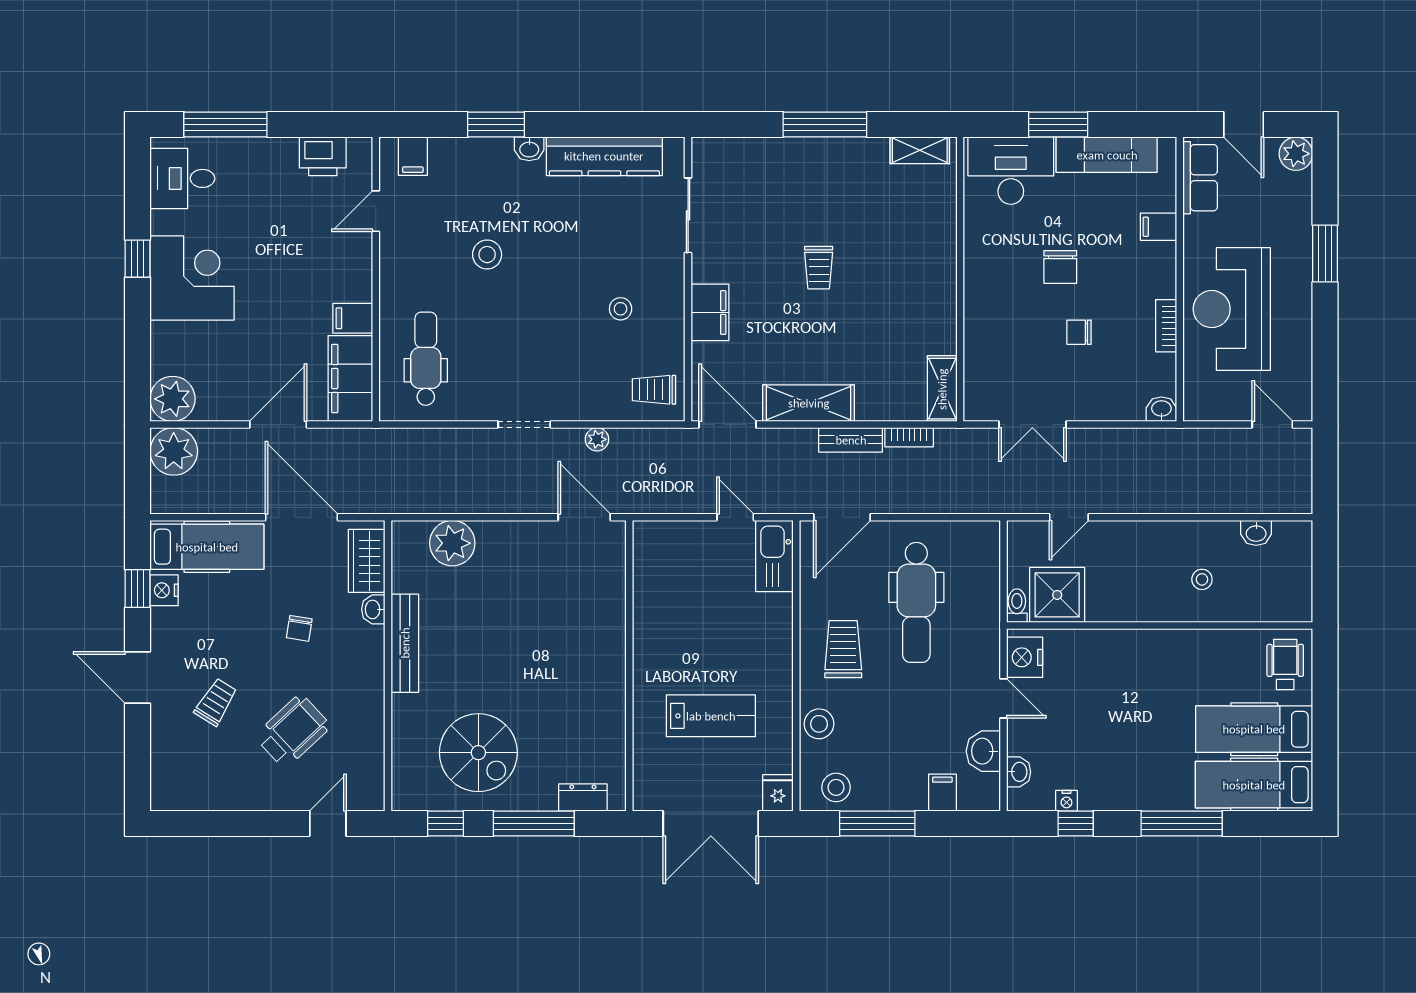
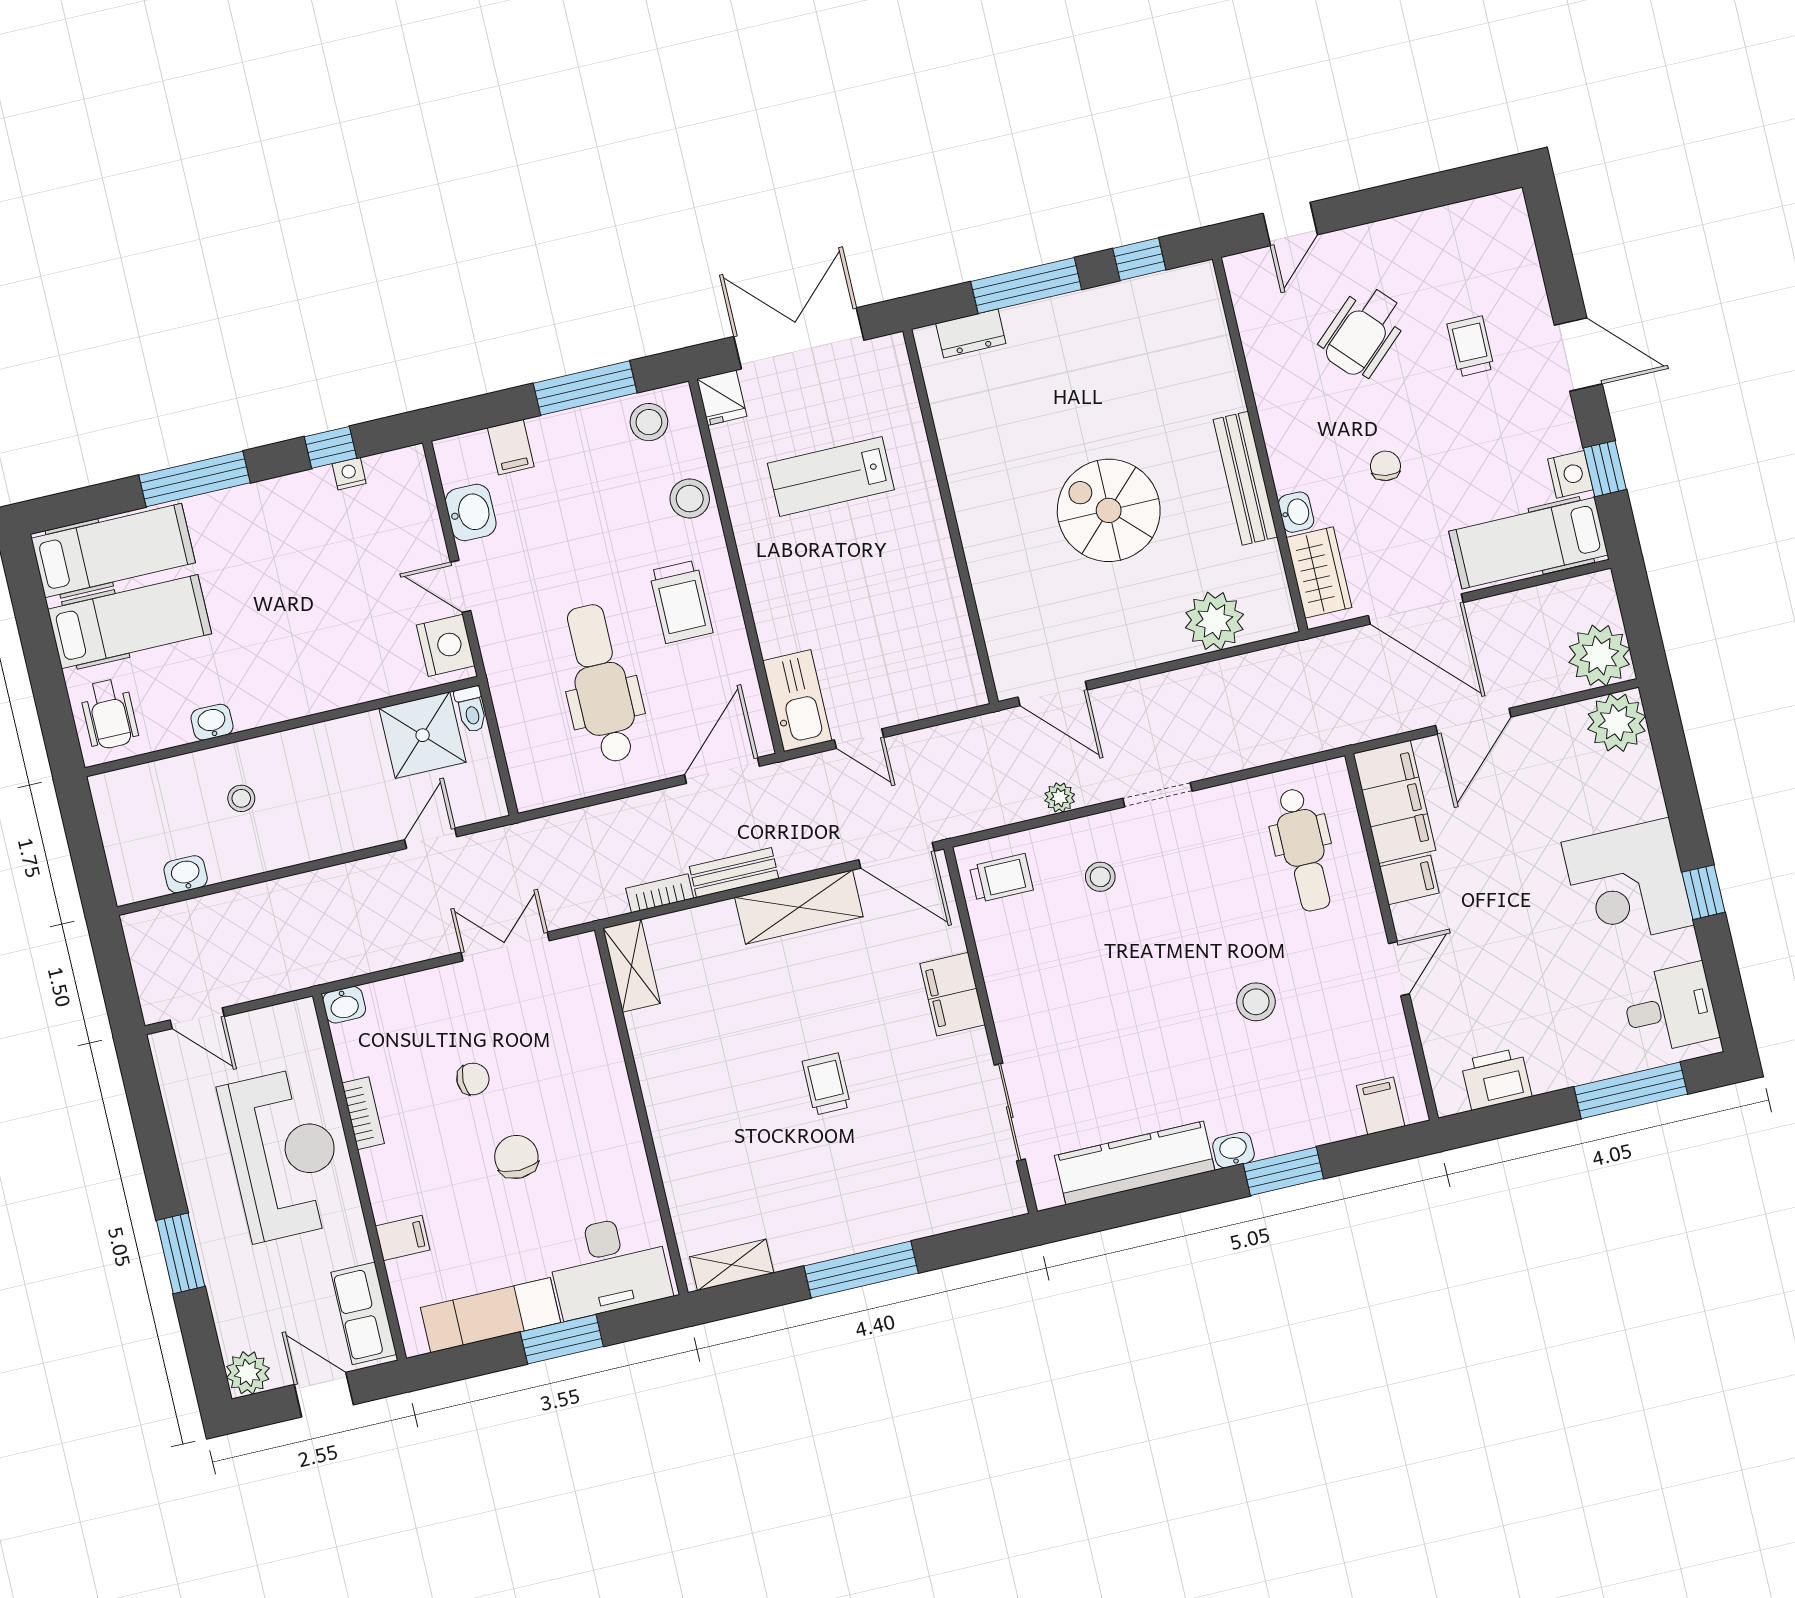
door: (376, 211) -> (1399, 969), moved
stool: (621, 309) -> (1100, 877), moved
trolley: (216, 702) -> (1471, 346), turned 148
spiral stairs: (478, 753) -> (1109, 510), moved
washbasin: (1019, 772) -> (212, 722), moved, turned 90

